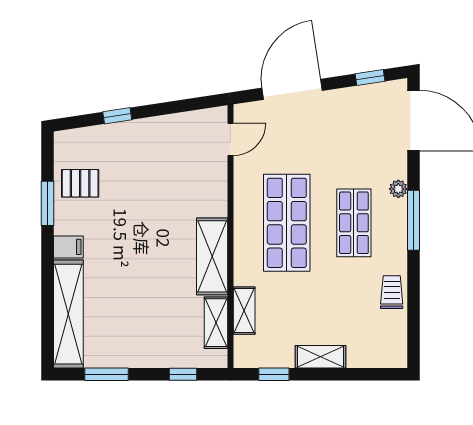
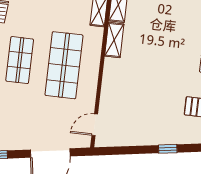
shelving: (212, 256) -> (114, 40), width x0.67, depth x0.75

